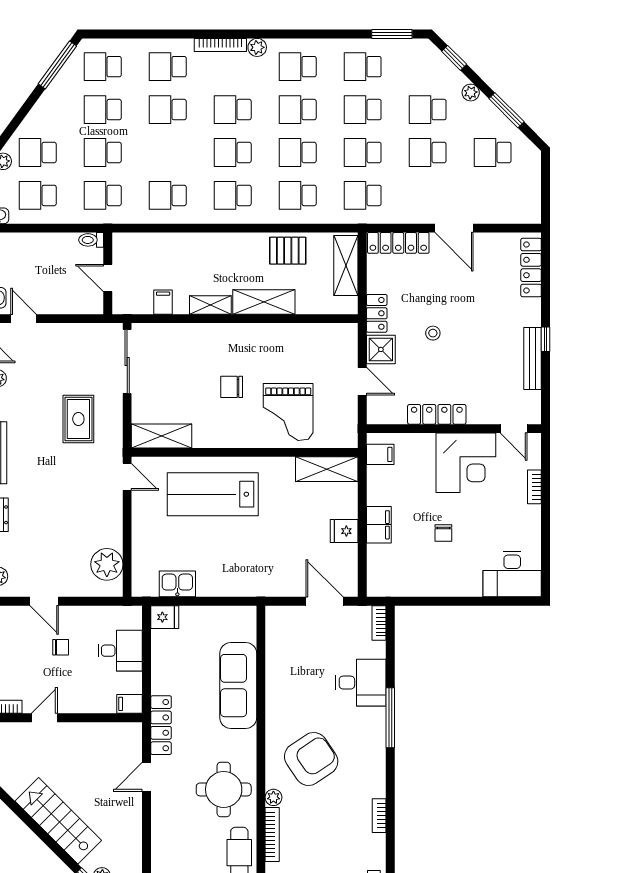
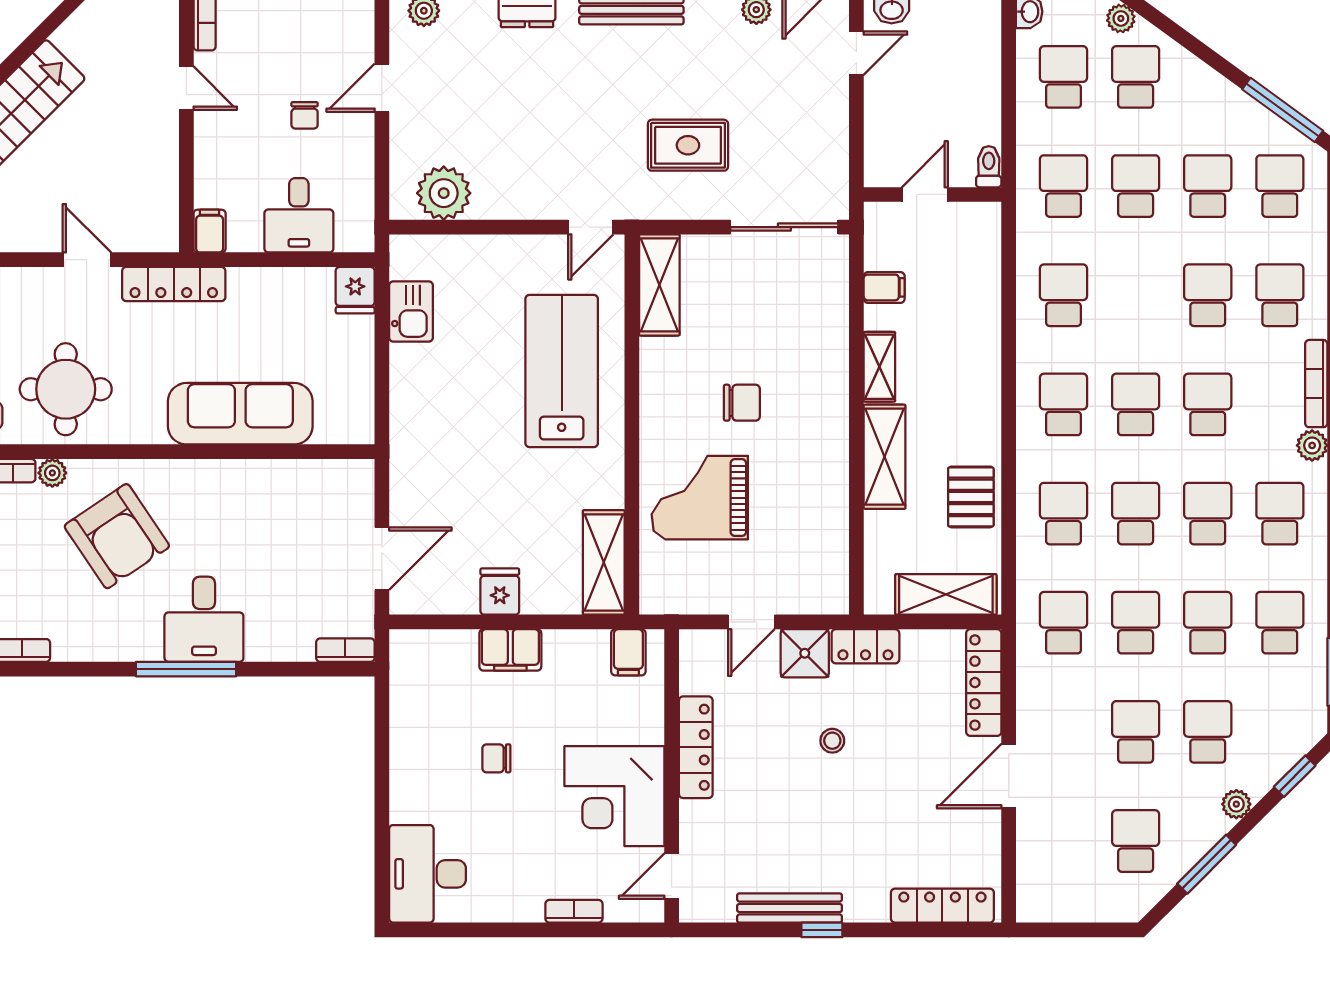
chair: (232, 387) -> (742, 403), turned 90
desk: (361, 683) -> (204, 619), moved

